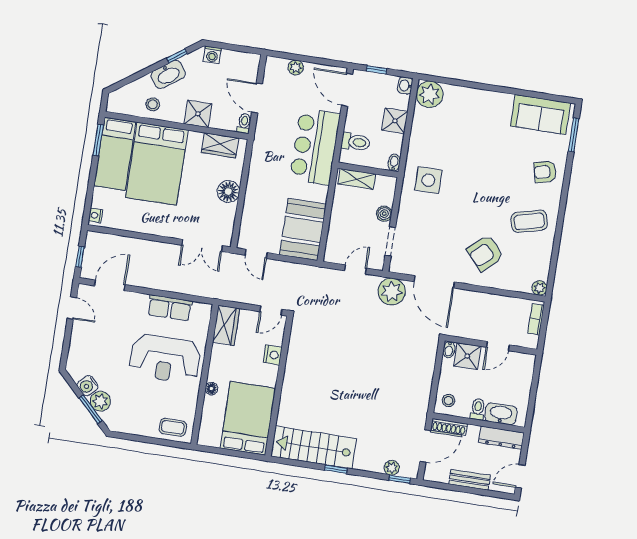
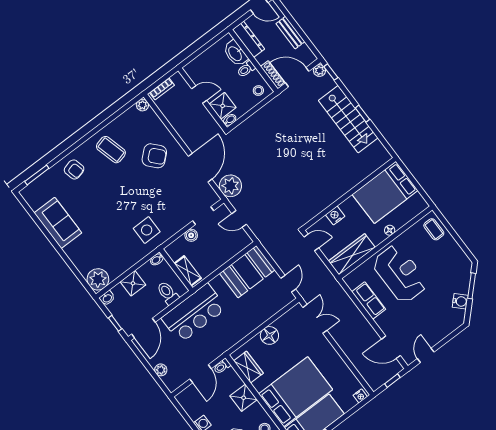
sofa: (540, 115) -> (58, 223), moved
wardrobe: (226, 325) -> (352, 254), width x1.50
plant: (100, 401) -> (461, 285), removed
stairs: (314, 447) -> (348, 119), moved
plant: (392, 468) -> (319, 71), moved

